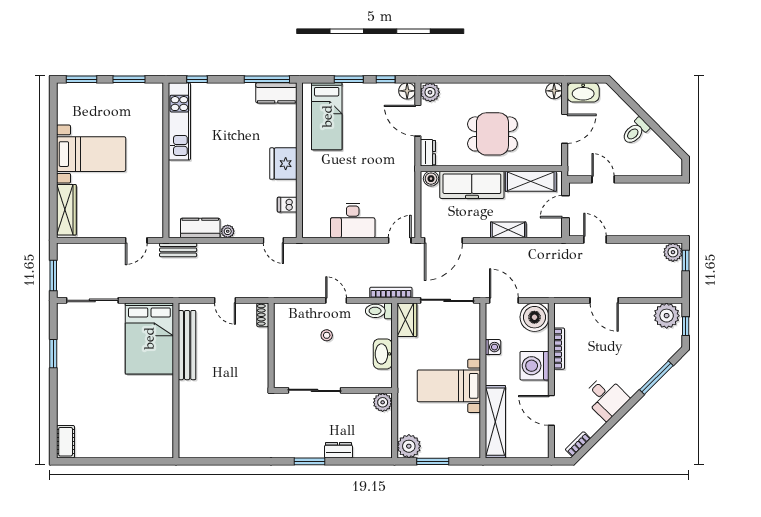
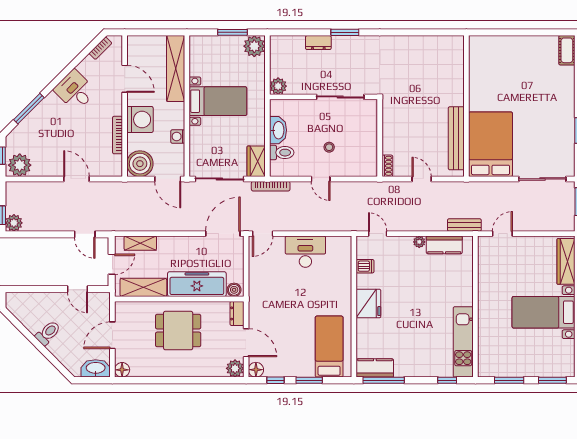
shelving: (508, 230) -> (140, 243), moved
toilet: (379, 311) -> (282, 153), moved

